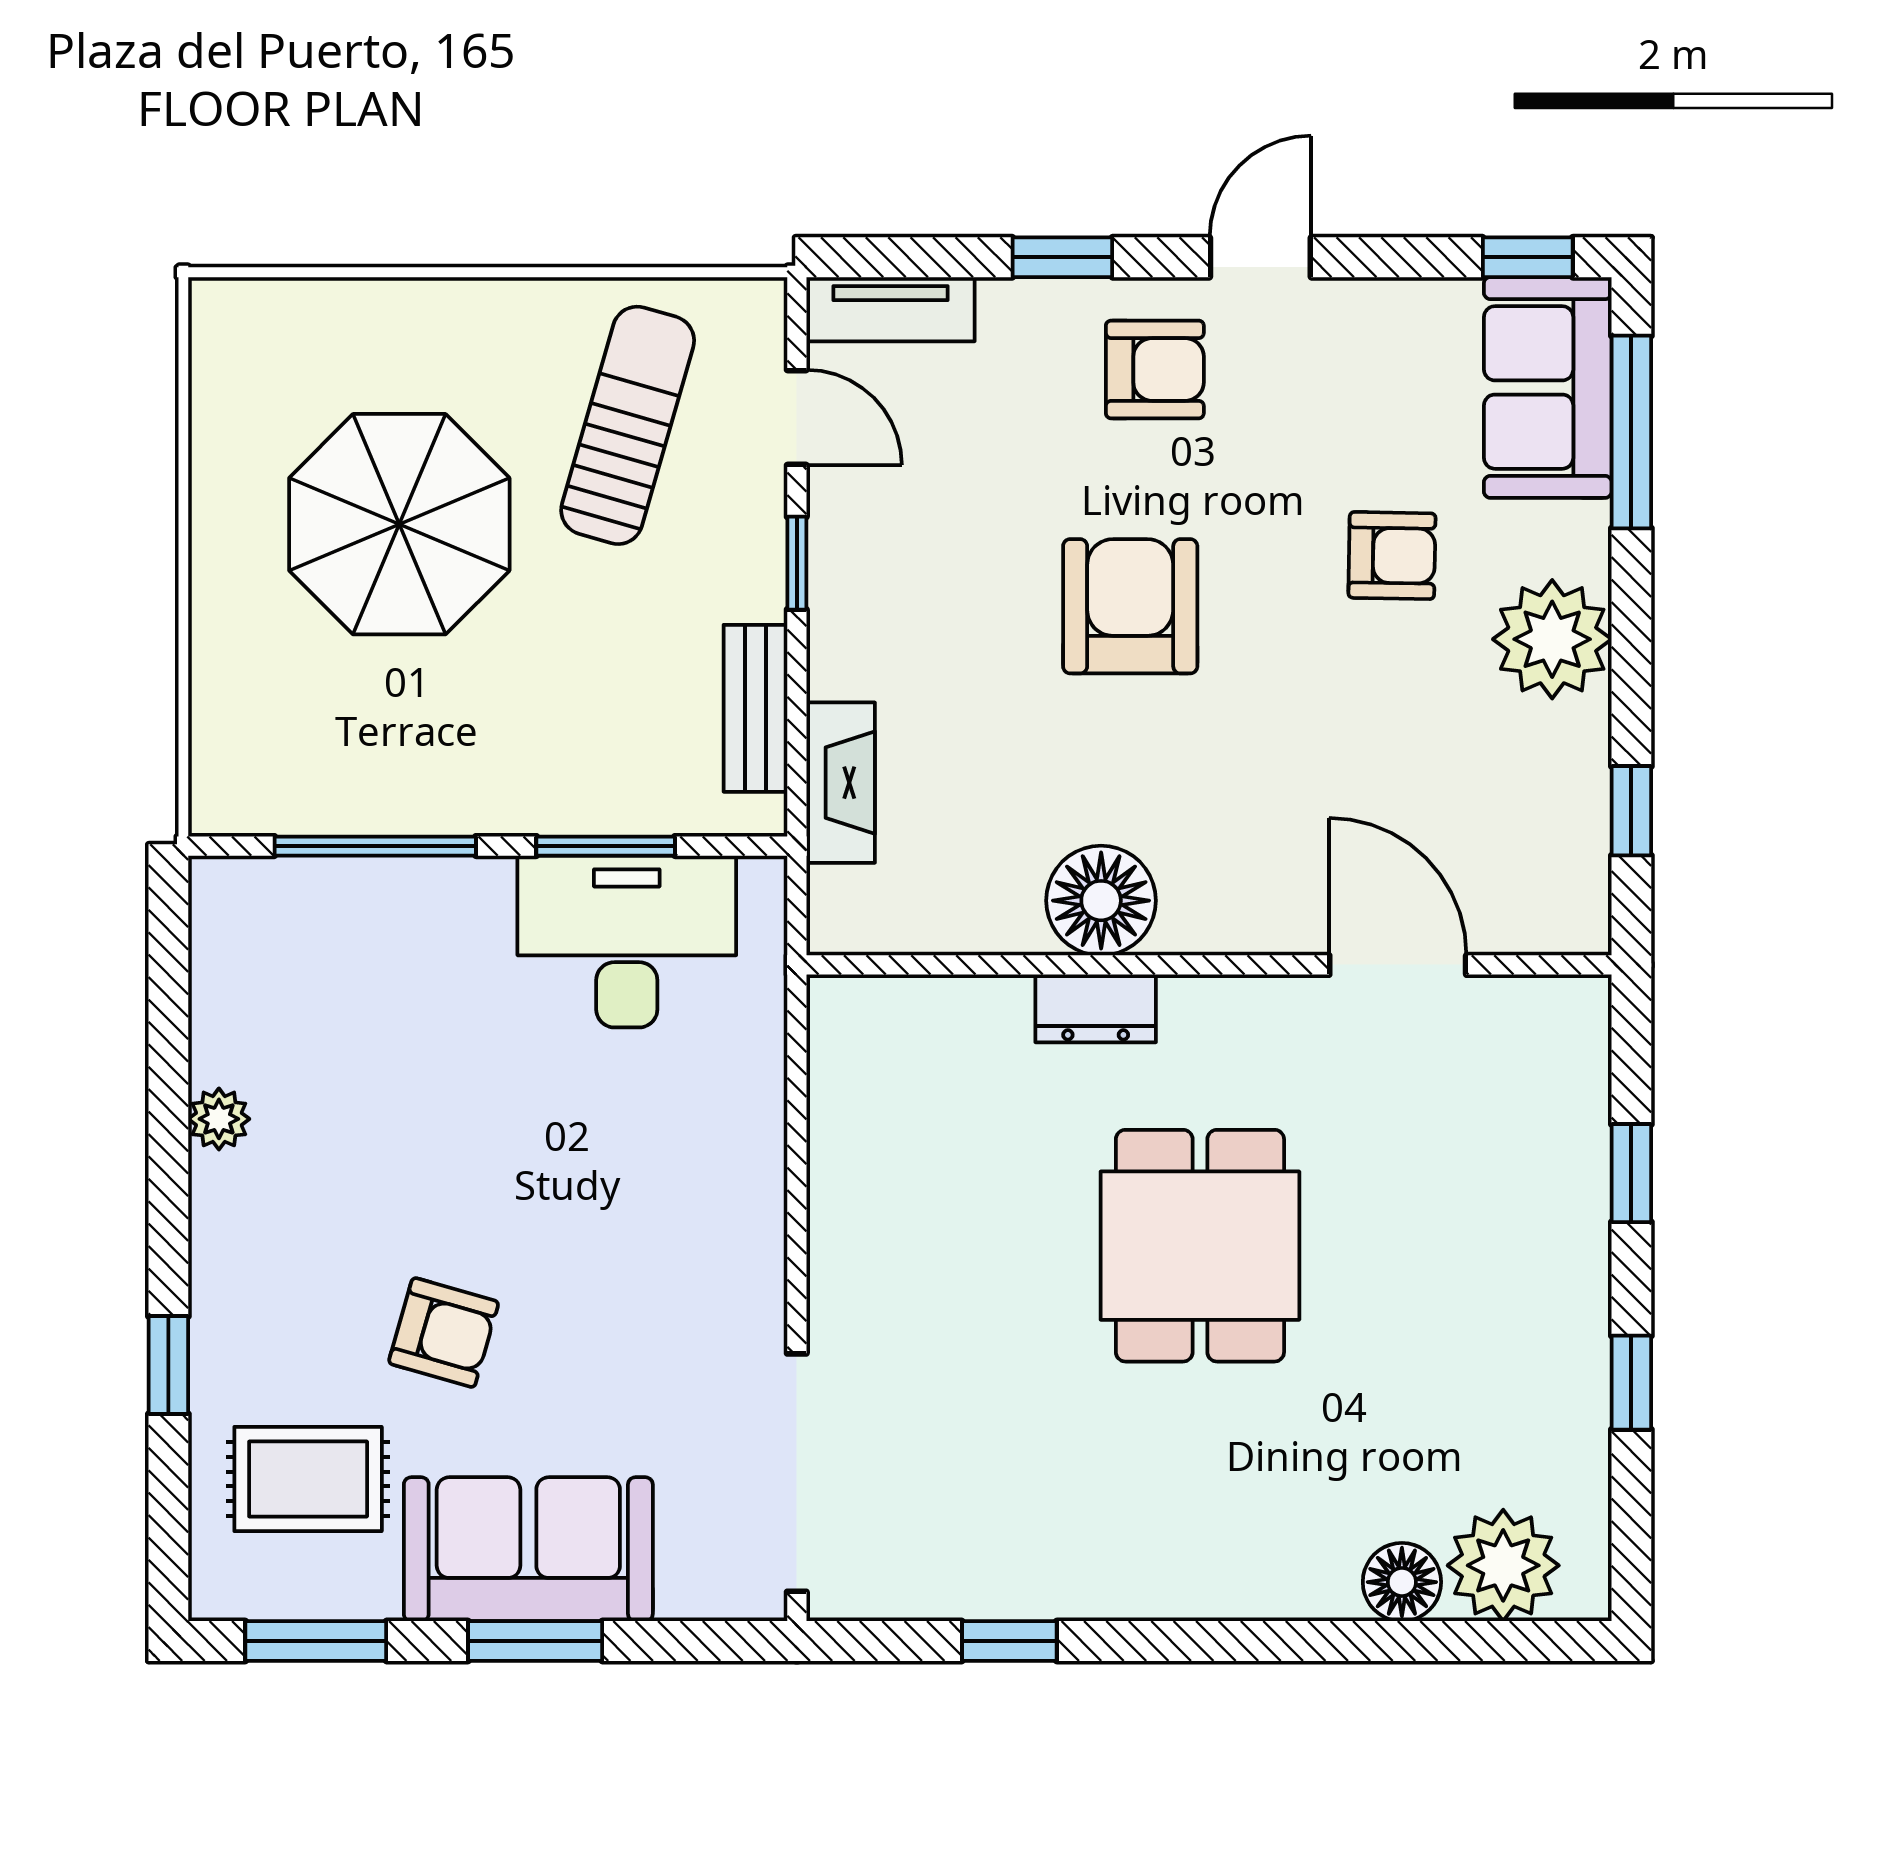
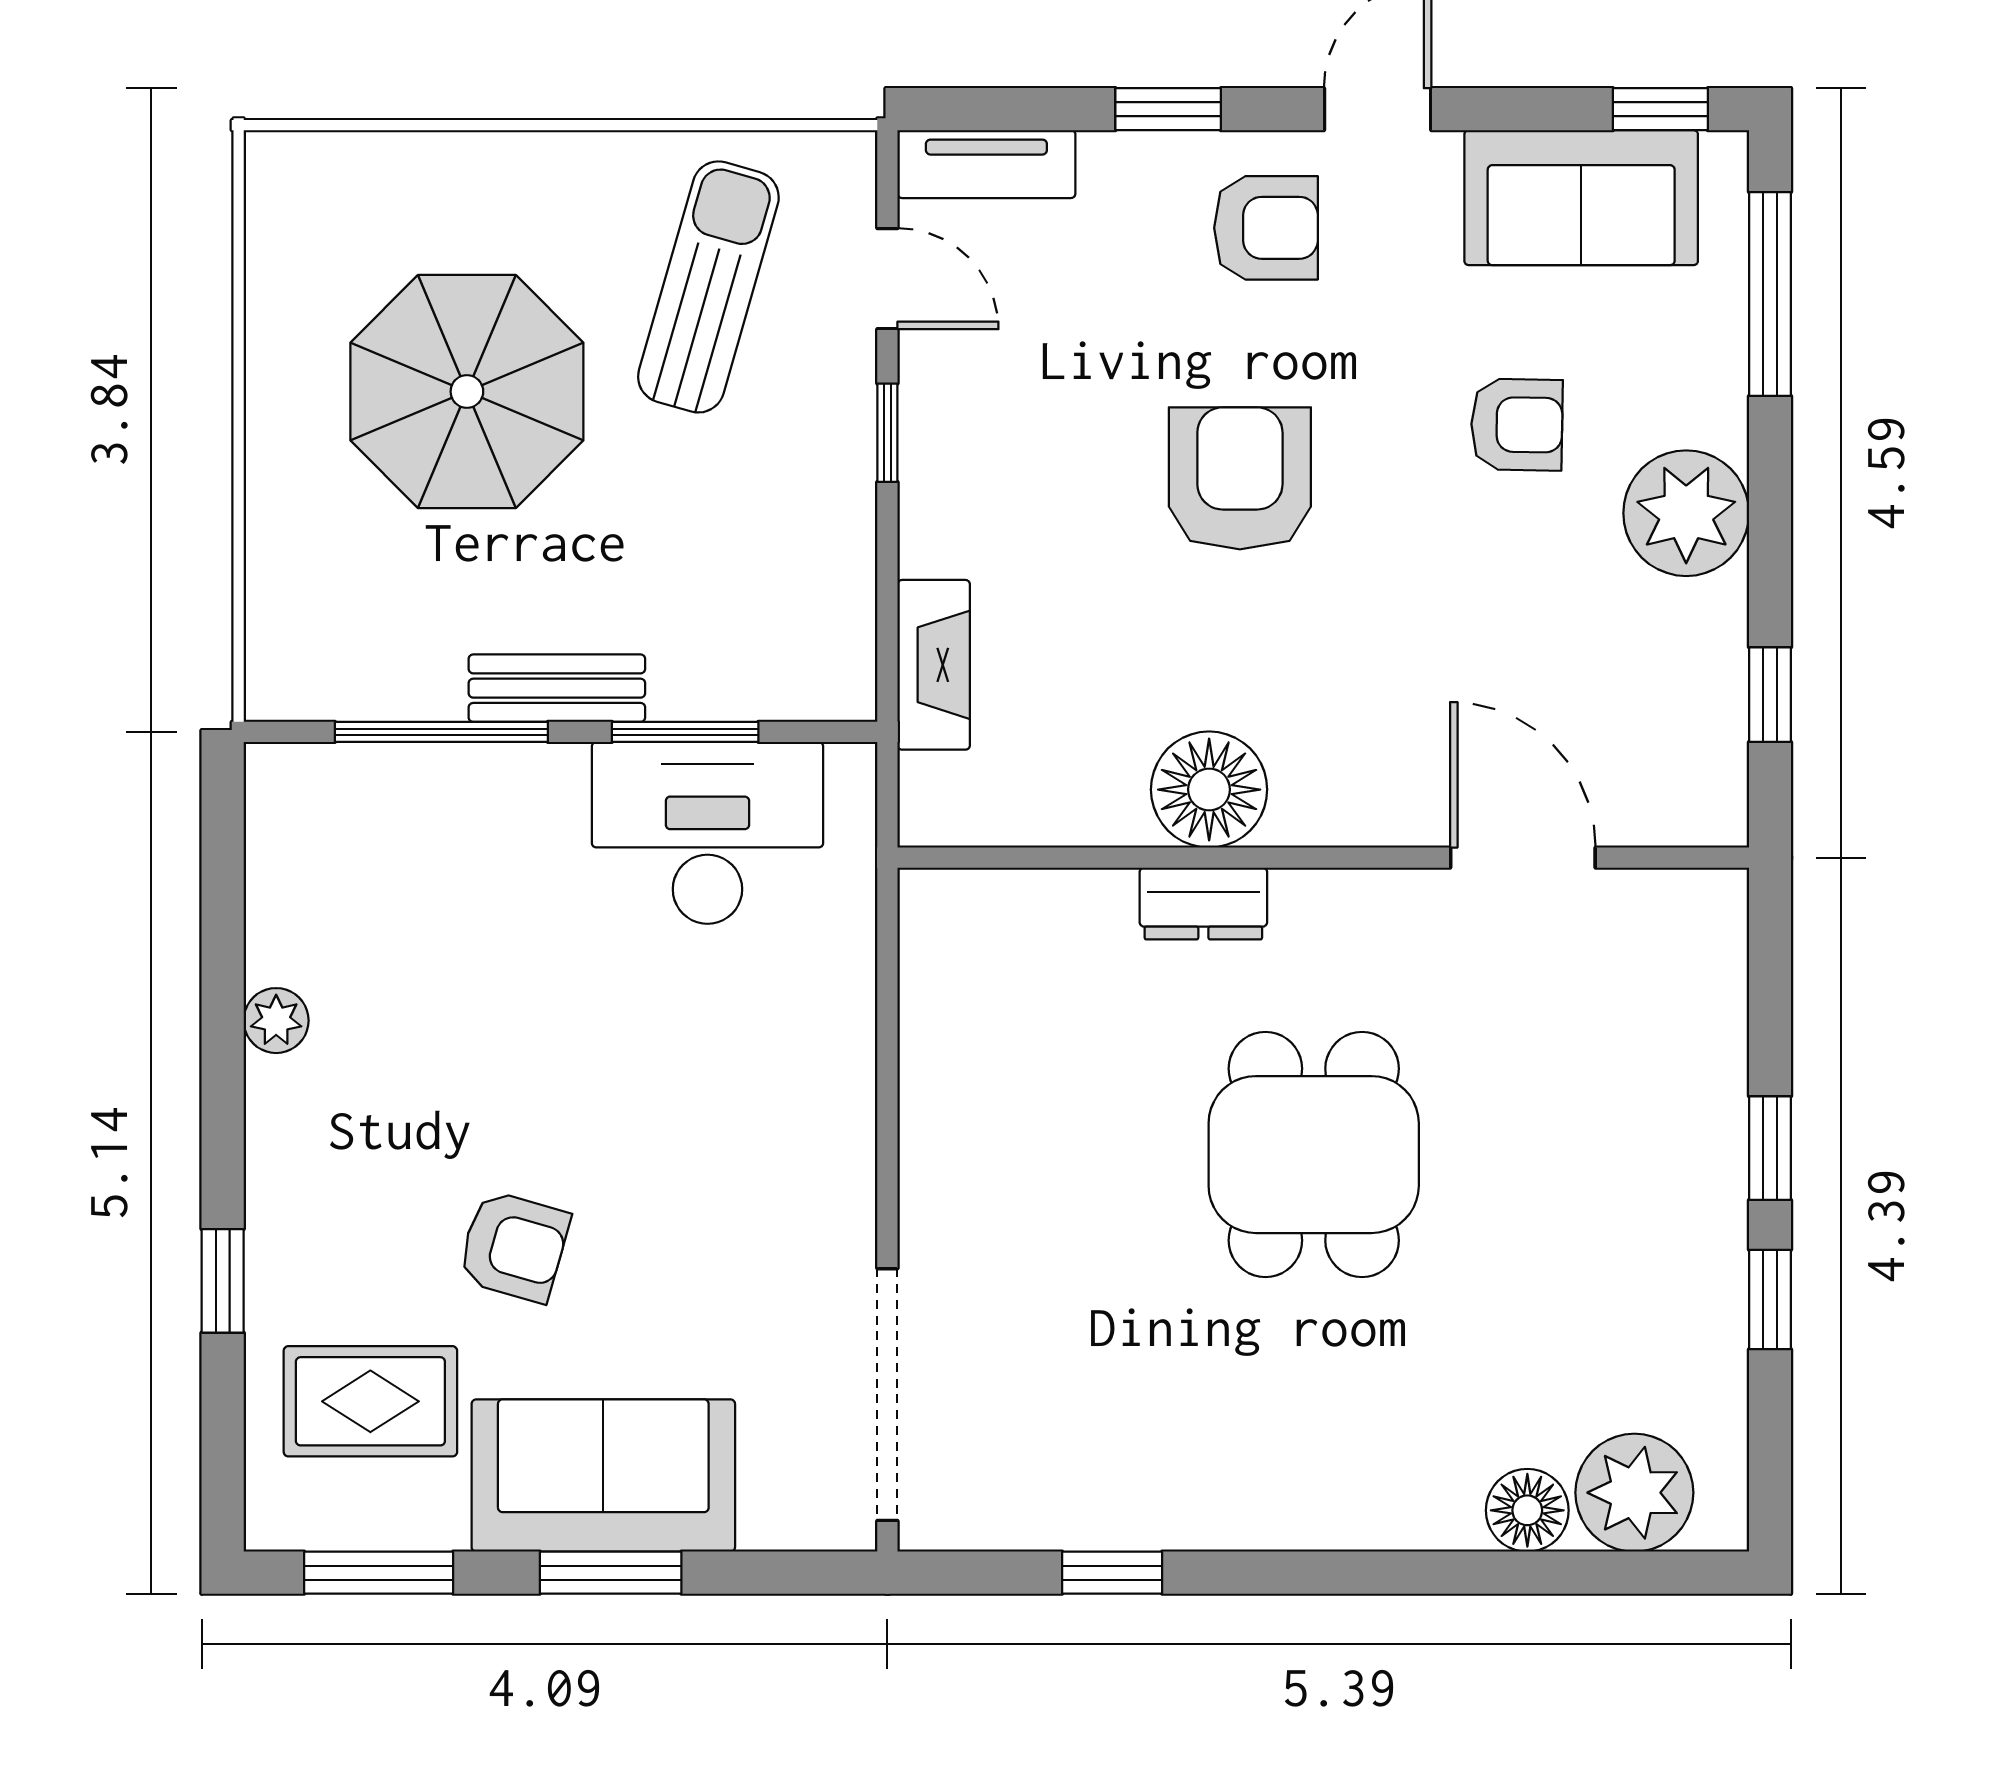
sofa: (1548, 387) -> (1581, 198), moved, turned -90
bench: (755, 708) -> (557, 688), moved, turned 90
window: (1631, 1173) -> (1770, 1148), moved

